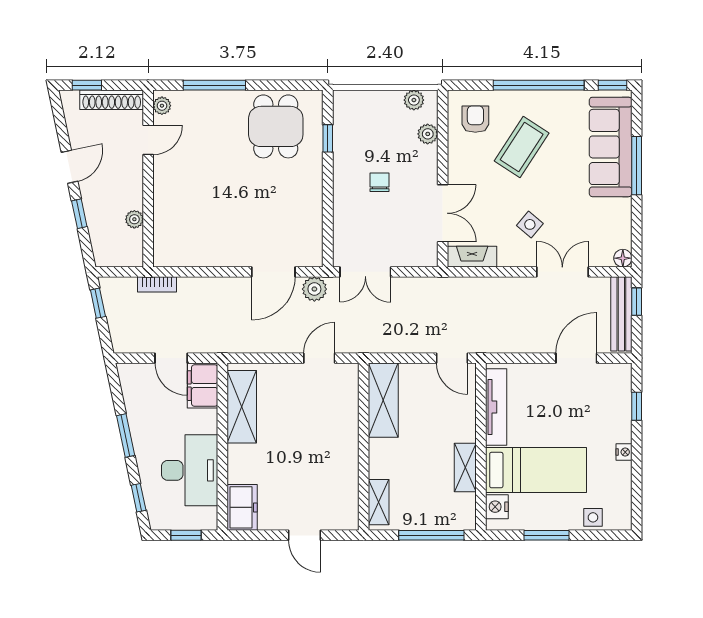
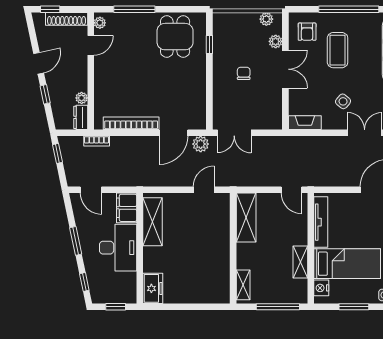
armchair: (475, 119) -> (307, 32), turned 180
coffee table: (522, 147) -> (338, 50), turned -33
double door: (443, 213) -> (285, 69), moved
dresser: (133, 249) -> (81, 117), added
bookcase: (209, 258) -> (131, 123), added
door: (171, 358) -> (91, 190), moved
desk: (190, 470) -> (118, 248), moved
door: (305, 535) -> (194, 307), removed

